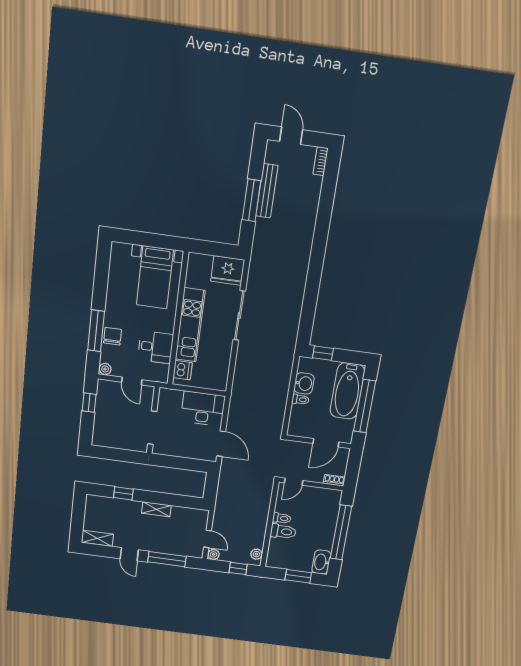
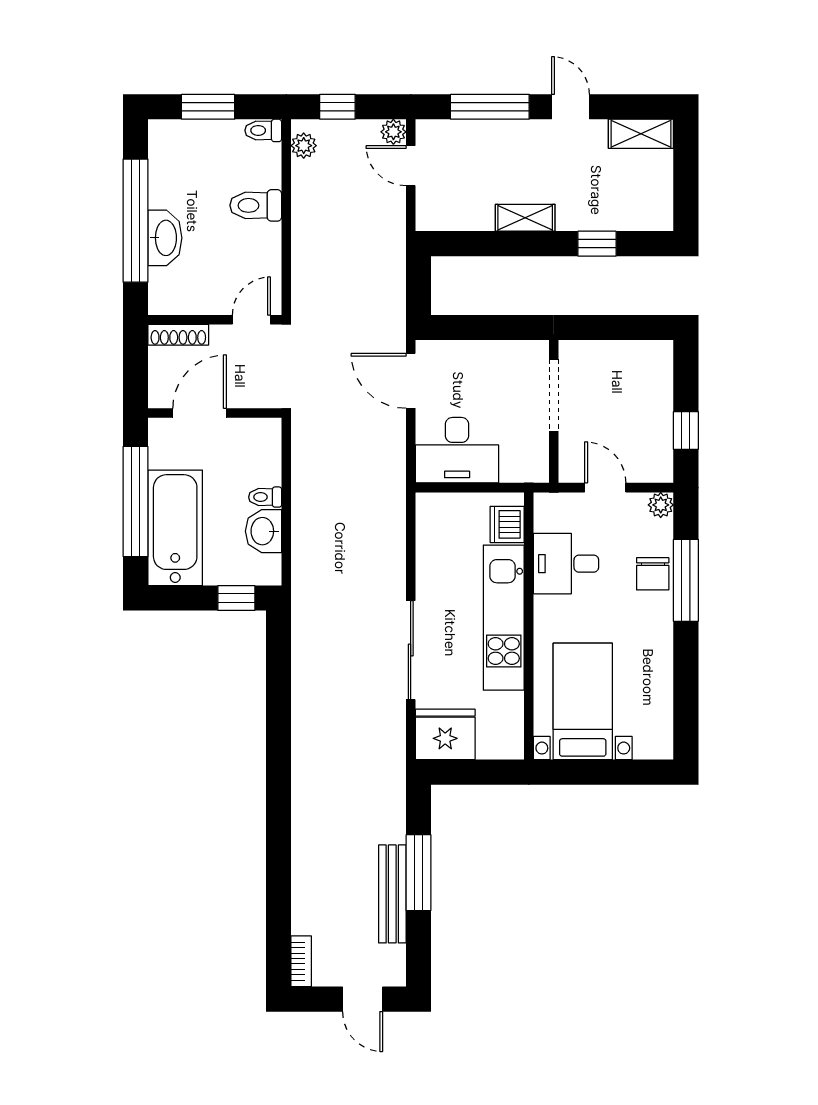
shoe rack: (334, 480) -> (178, 335), width x1.43
toilet: (282, 518) -> (263, 130), moved
washbasin: (321, 562) -> (165, 238), moved

